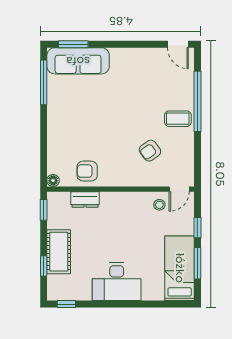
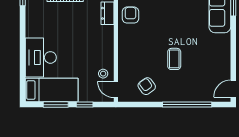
coffee table: (178, 119) -> (174, 59), moved
armchair: (150, 151) -> (147, 86), moved
desk: (117, 282) -> (41, 57), moved

